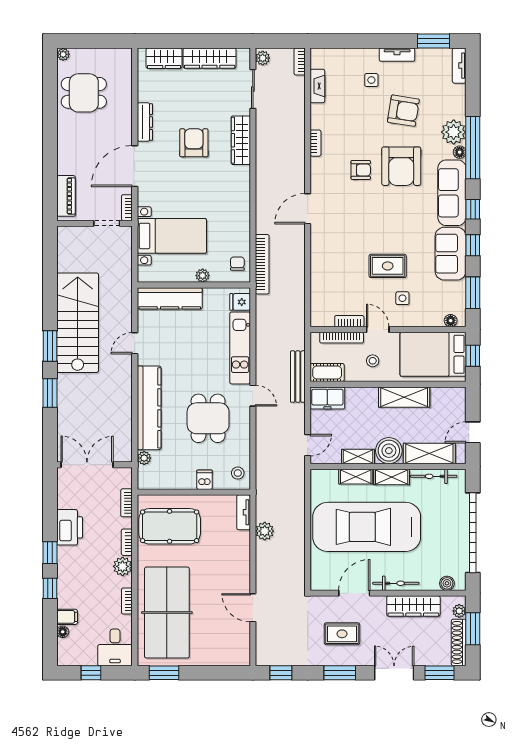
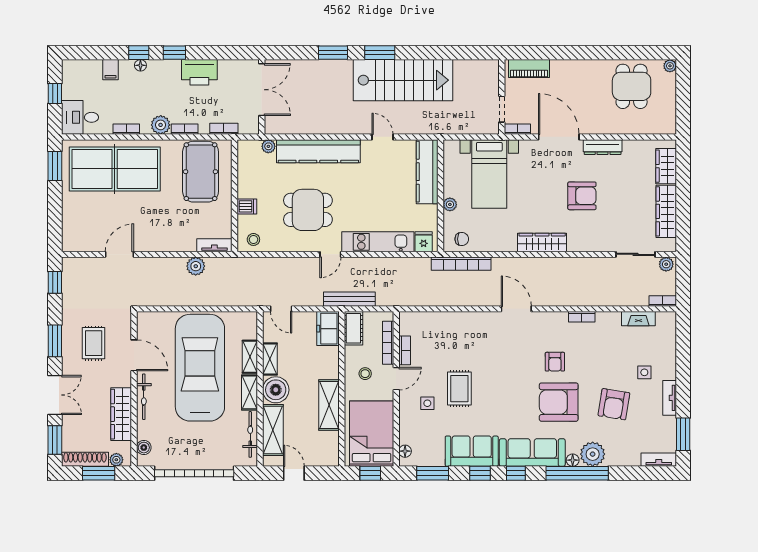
wardrobe: (241, 140) -> (542, 242), moved
floor lamp: (63, 632) -> (140, 65), moved

